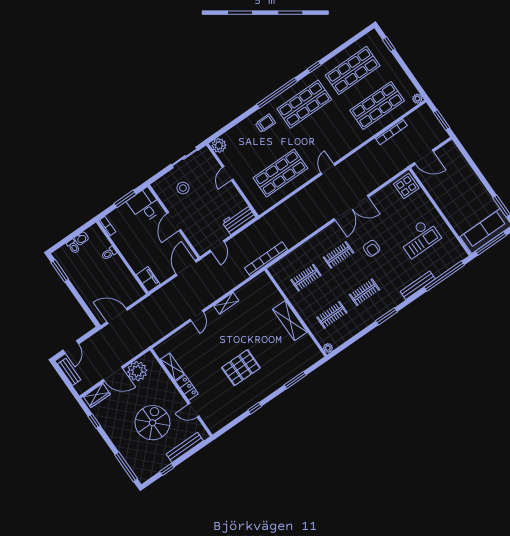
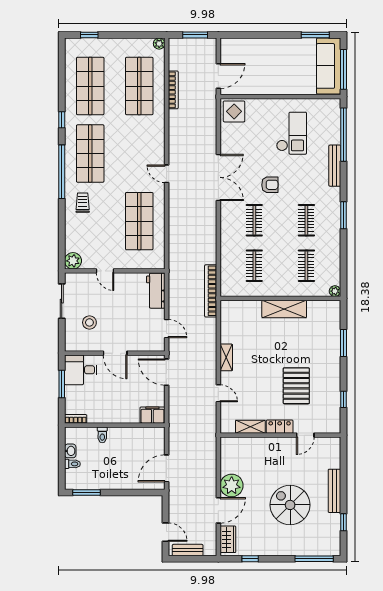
shelving: (172, 367) -> (250, 427), moved
locker: (187, 388) -> (280, 427), moved
wall: (181, 392) -> (280, 435), moved
door: (194, 410) -> (305, 435), moved

